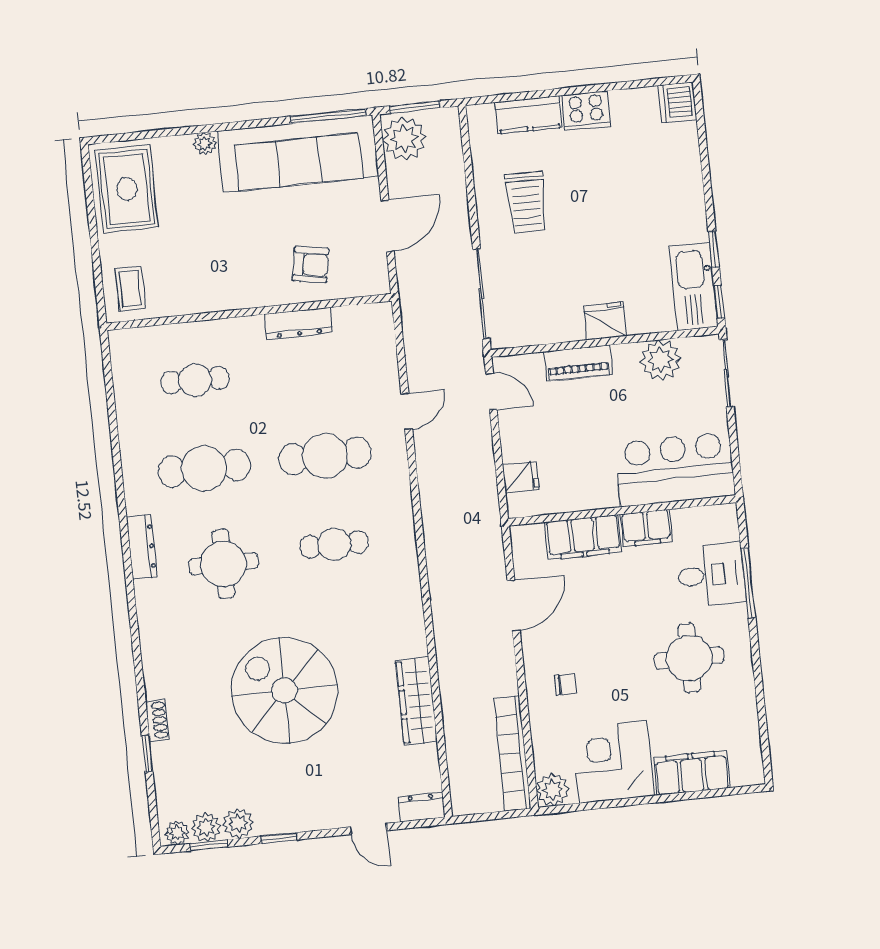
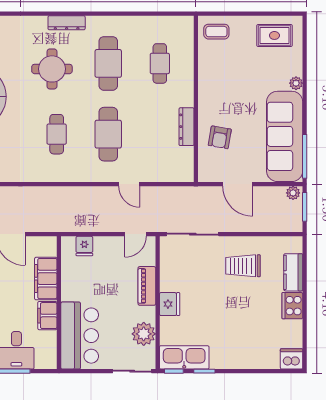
plant: (404, 139) -> (293, 193), width x0.53, depth x0.53
rug: (127, 189) -> (274, 35), width x0.73, depth x0.70

